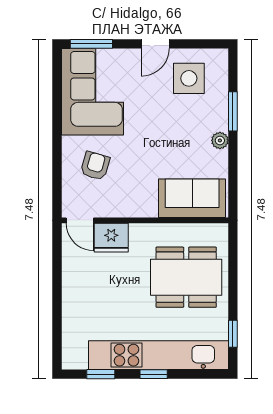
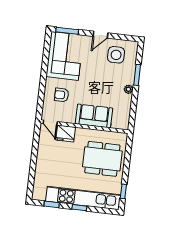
armchair: (95, 166) -> (62, 95), turned -106
sofa: (192, 198) -> (94, 116), moved

